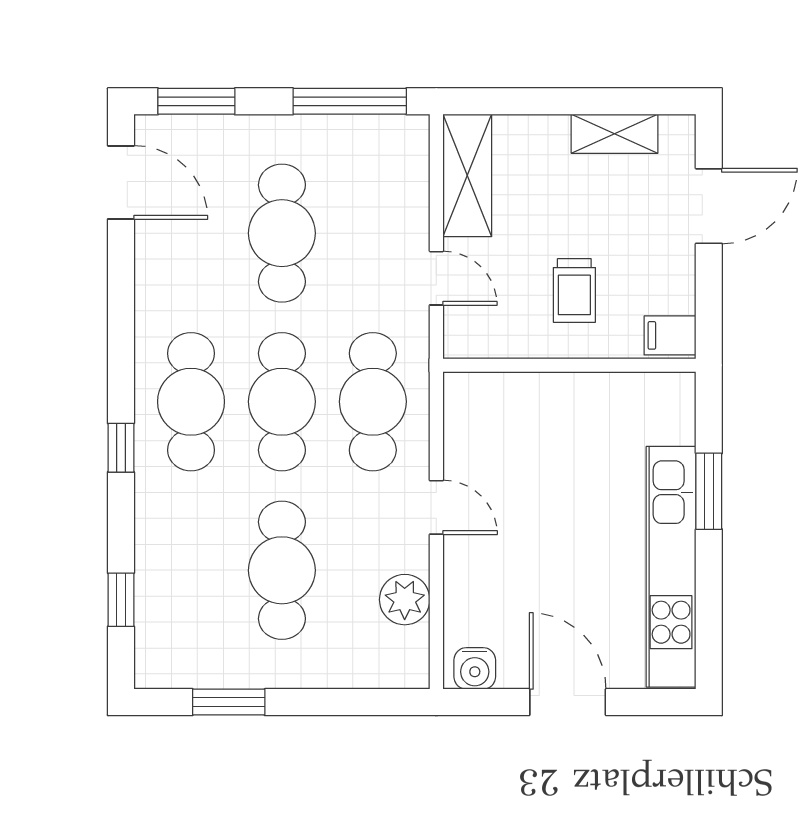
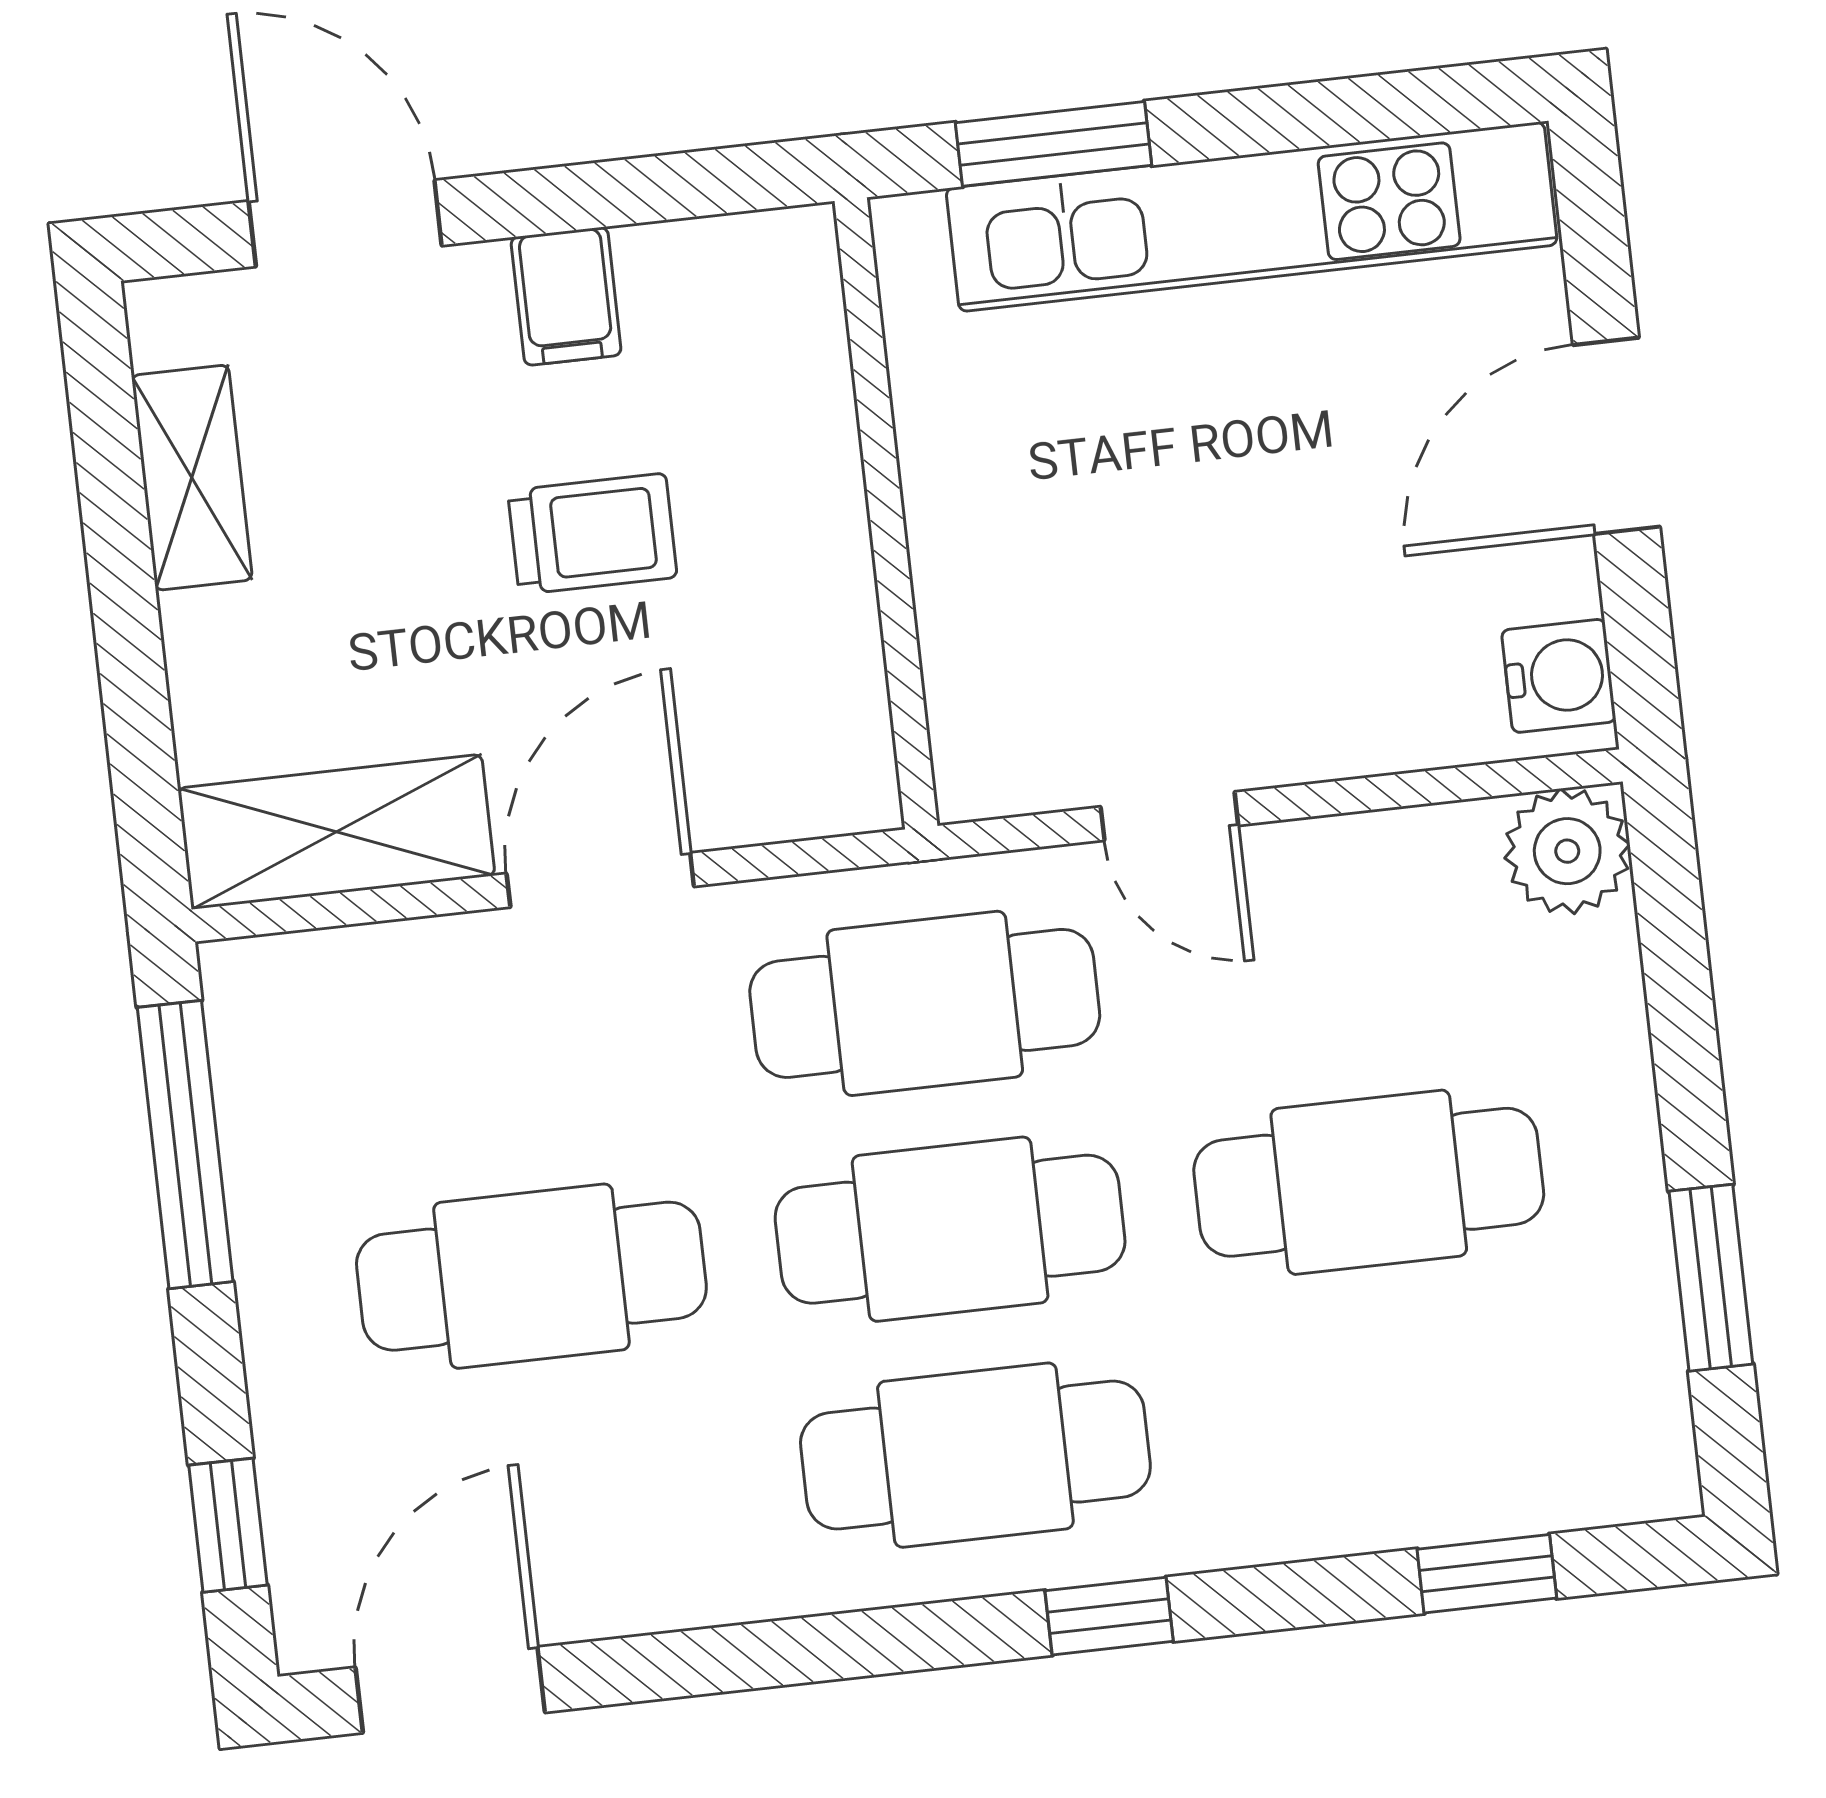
window: (196, 101) -> (228, 1525), width x0.67
door: (436, 278) -> (600, 880), width x1.38
filing cabinet: (670, 335) -> (566, 296), moved
wall: (569, 365) -> (886, 513), moved
door: (436, 507) -> (1169, 816), swing flipped
plant: (405, 600) -> (1567, 851), moved

